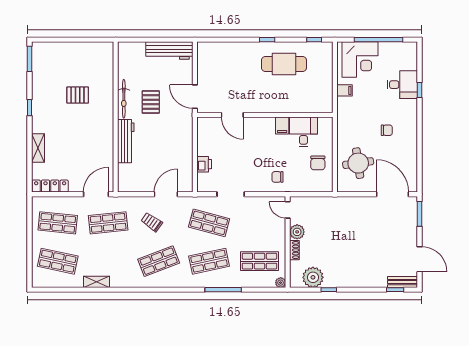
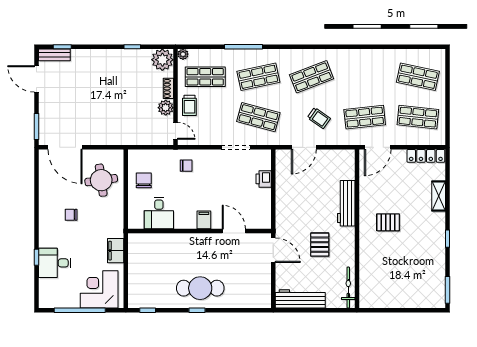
cafe table: (284, 64) -> (200, 288), moved
filing cabinet: (344, 90) -> (116, 251), width x2.00
pallet: (78, 95) -> (388, 222), moved
bicycle: (124, 99) -> (348, 288), moved
filing cabinet: (282, 125) -> (204, 220), moved
trolley: (274, 234) -> (189, 105), added
plant: (313, 277) -> (162, 60), moved
shelving: (97, 282) -> (377, 55), removed

